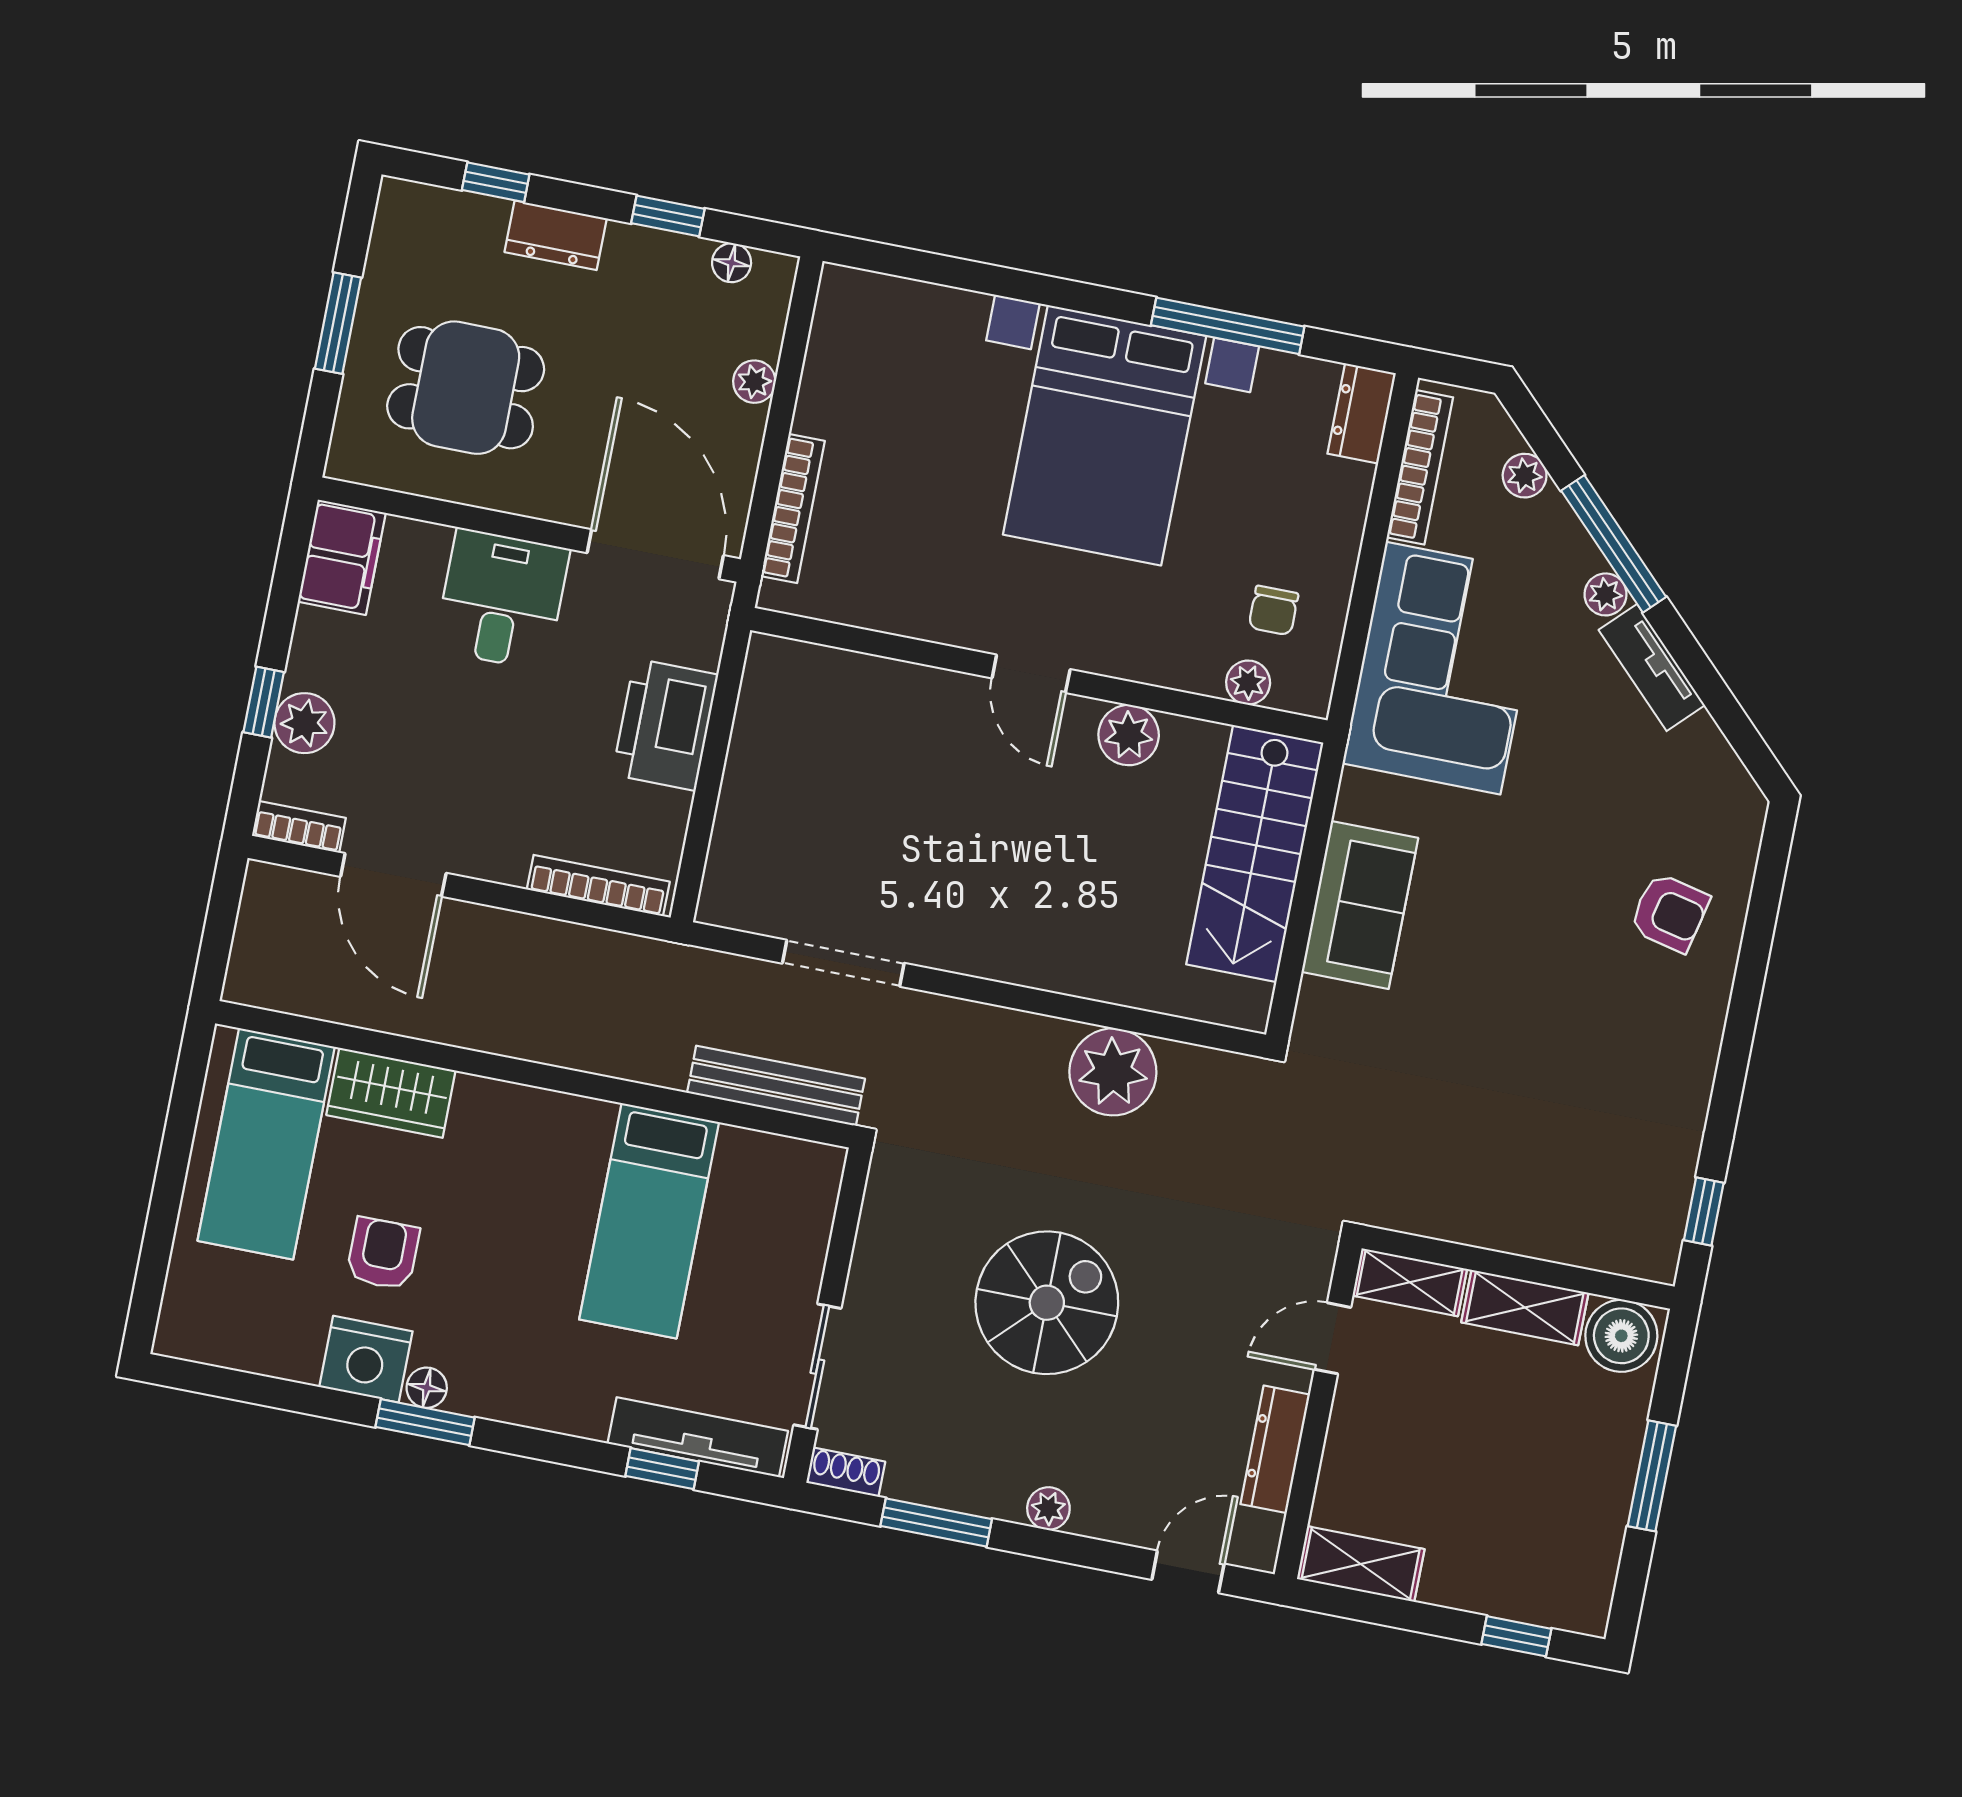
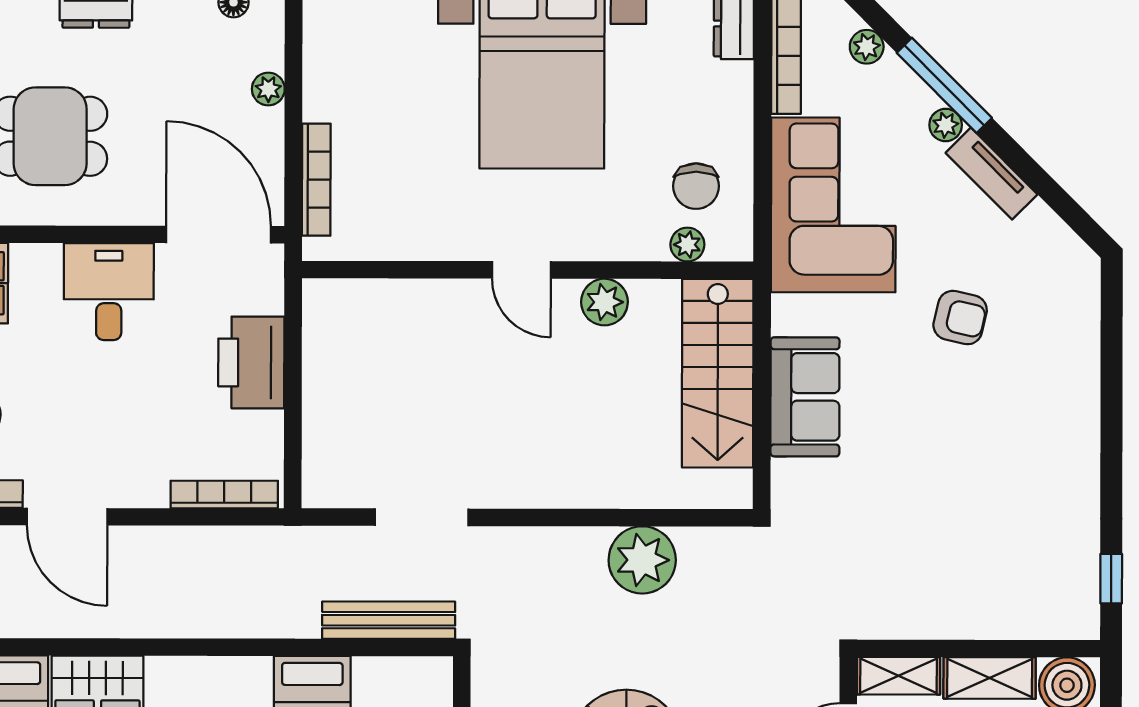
chair: (1273, 610) -> (696, 186), width x1.37, depth x1.37
armchair: (1670, 913) -> (960, 318), moved

